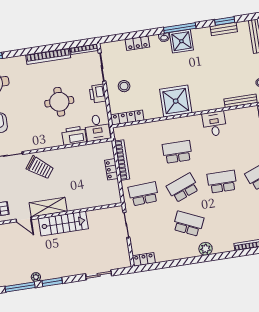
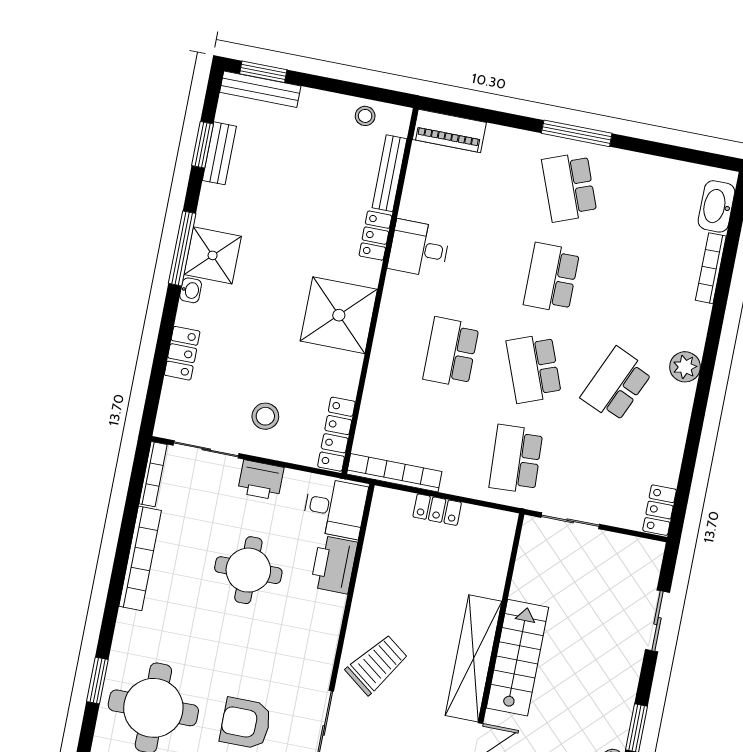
locker: (213, 104) -> (375, 236), added
bookcase: (122, 160) -> (394, 473), moved
shelving: (48, 207) -> (473, 658), width x1.47

